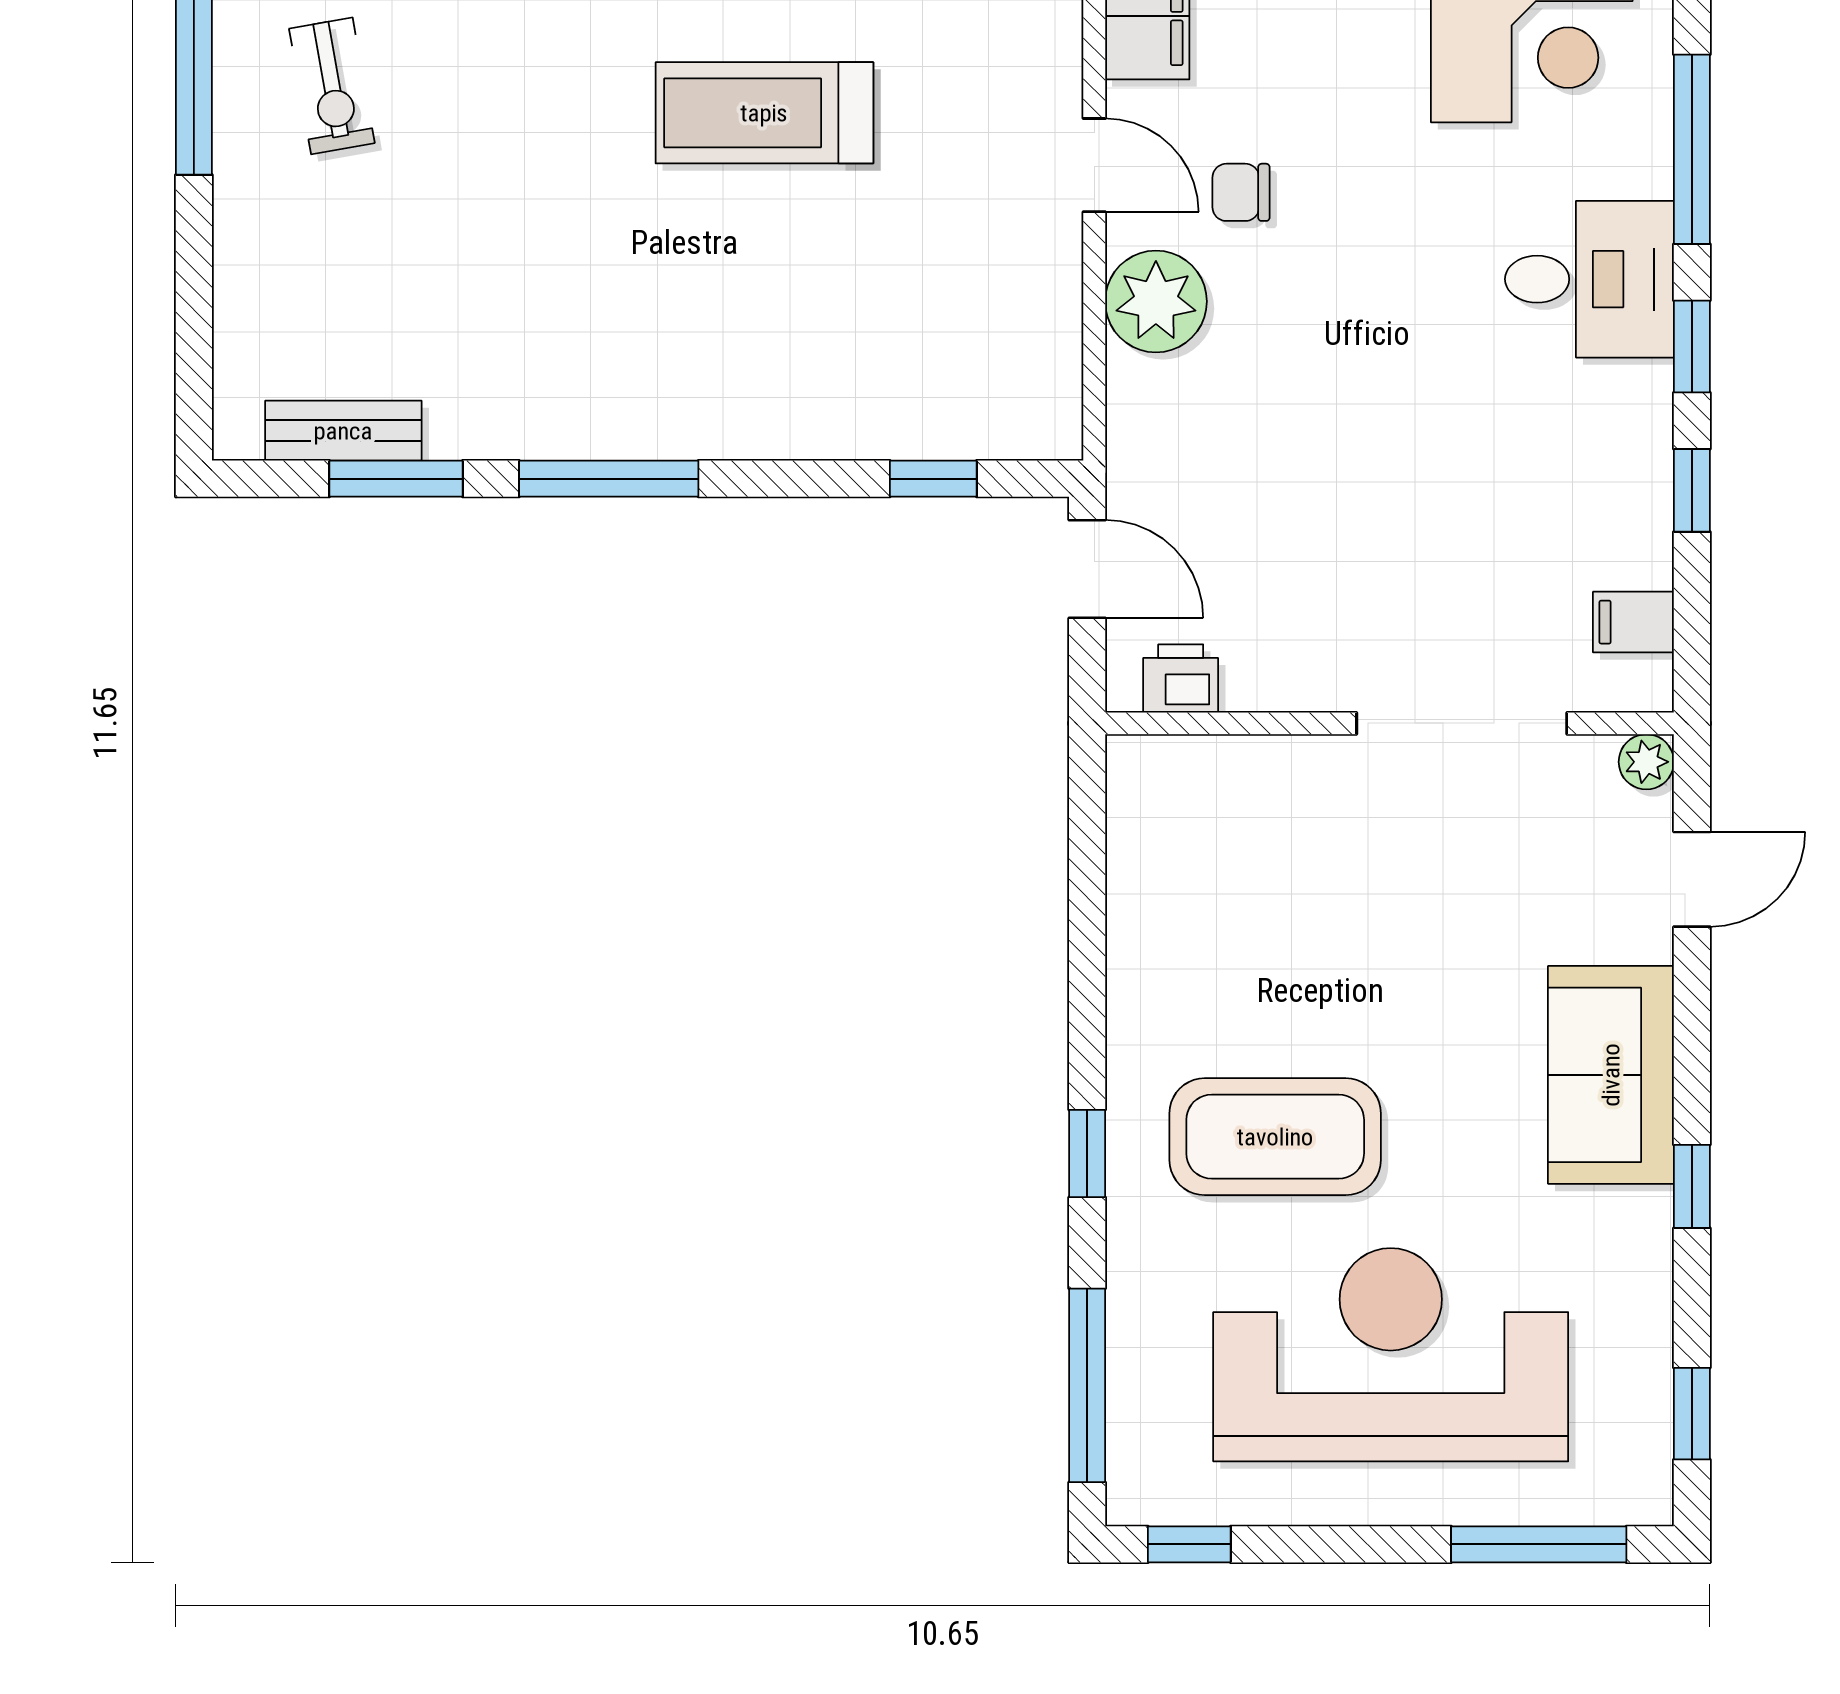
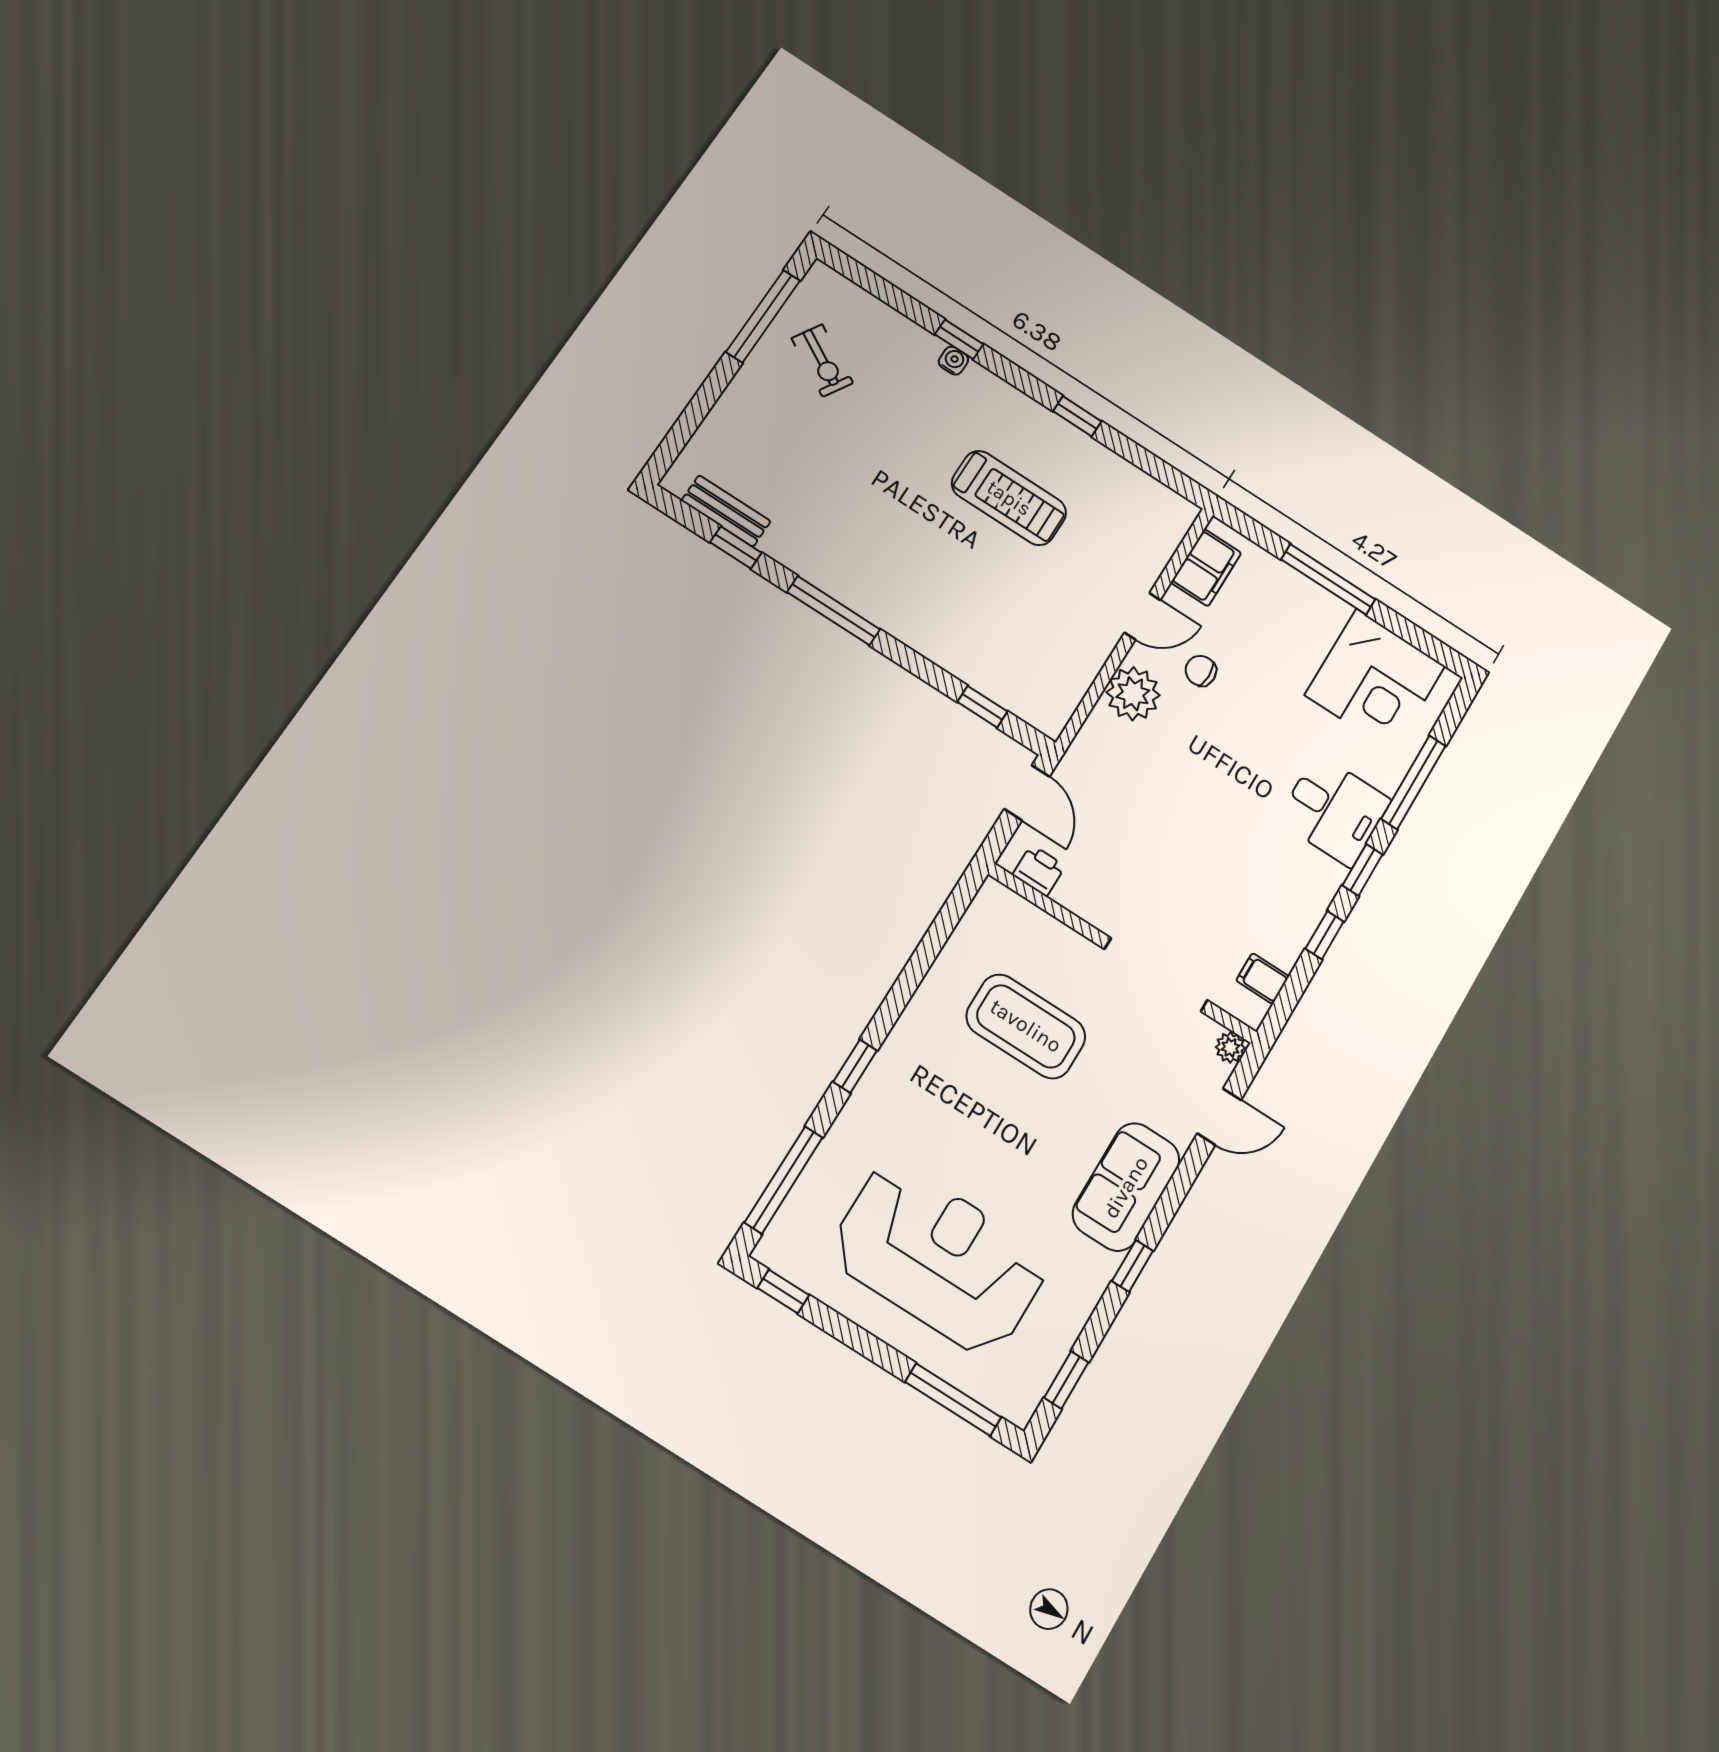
exercise bike: (332, 86) -> (822, 361), turned -50
treadmill: (764, 113) -> (1009, 498), turned 180
door: (1094, 165) -> (1142, 616), hinge flipped
window: (396, 479) -> (736, 548), width x0.67
coffee table: (1275, 1137) -> (1026, 1026), moved

